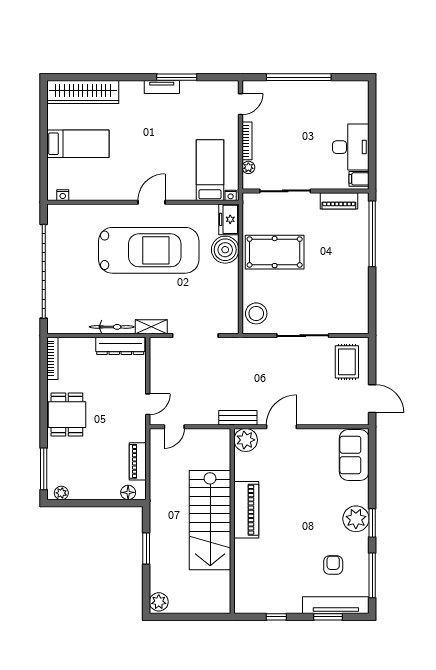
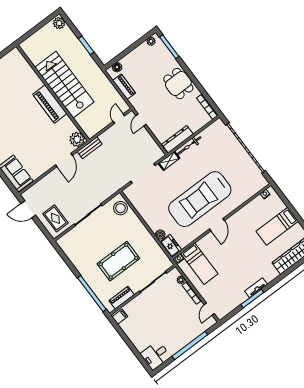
desk: (351, 147) -> (155, 355), moved, width x0.73
boiler: (225, 250) -> (160, 235), width x0.54, depth x0.54
pool table: (275, 252) -> (118, 261), moved

